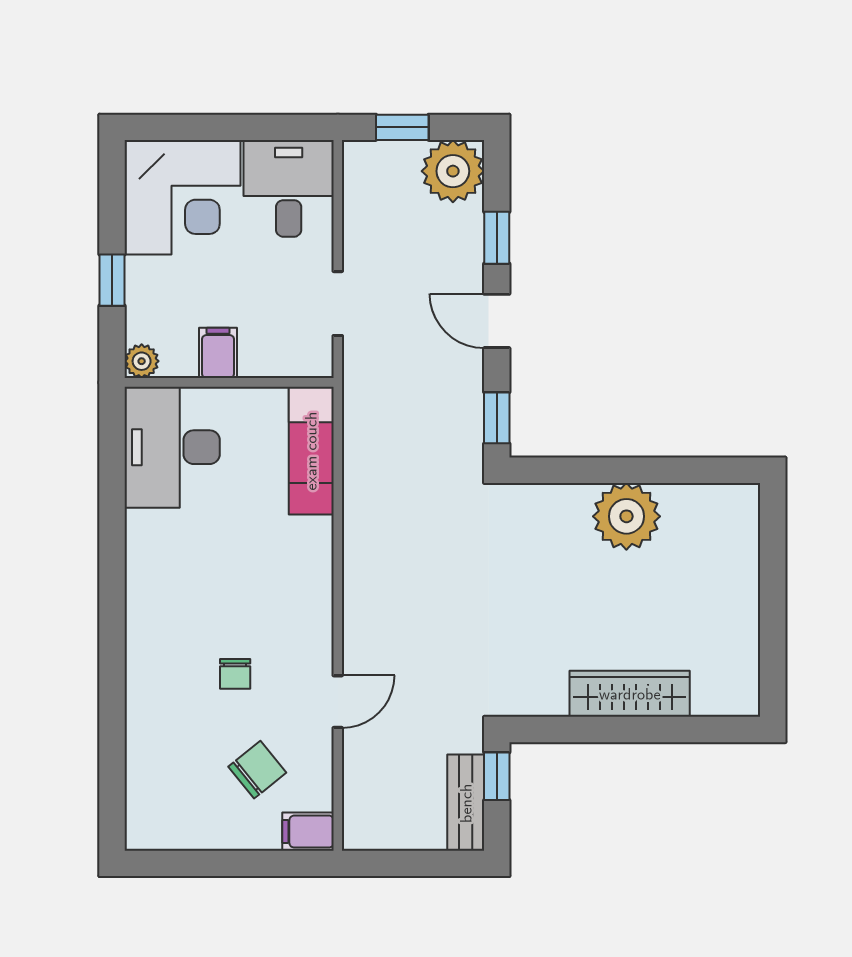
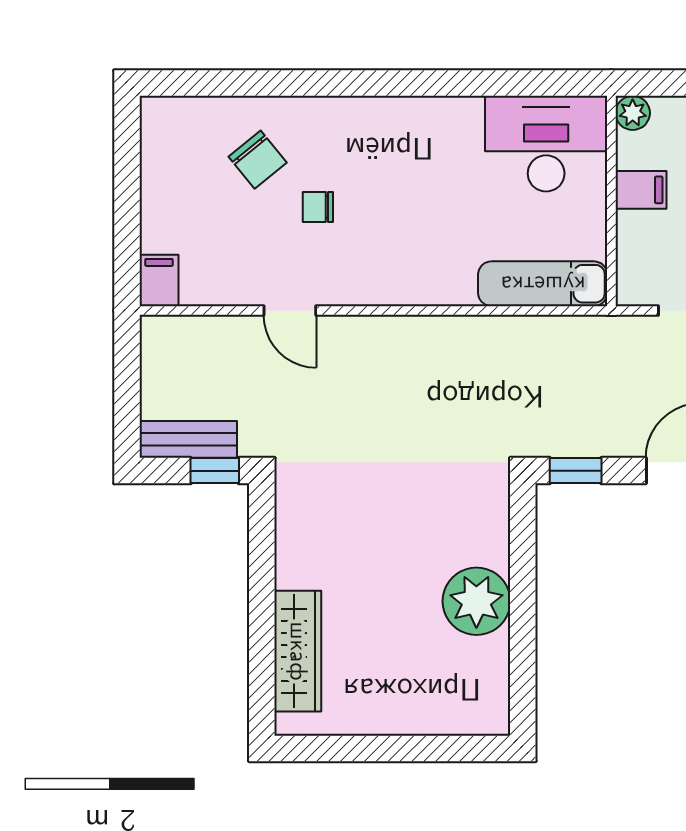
wardrobe: (630, 694) -> (298, 651), moved
chair: (257, 770) -> (258, 160), moved

